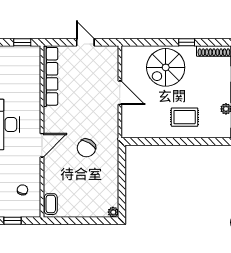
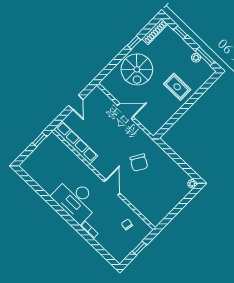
door: (85, 42) -> (76, 102), swing flipped
rug: (185, 117) -> (177, 87), turned 90
coffee table: (51, 204) -> (152, 216), removed

